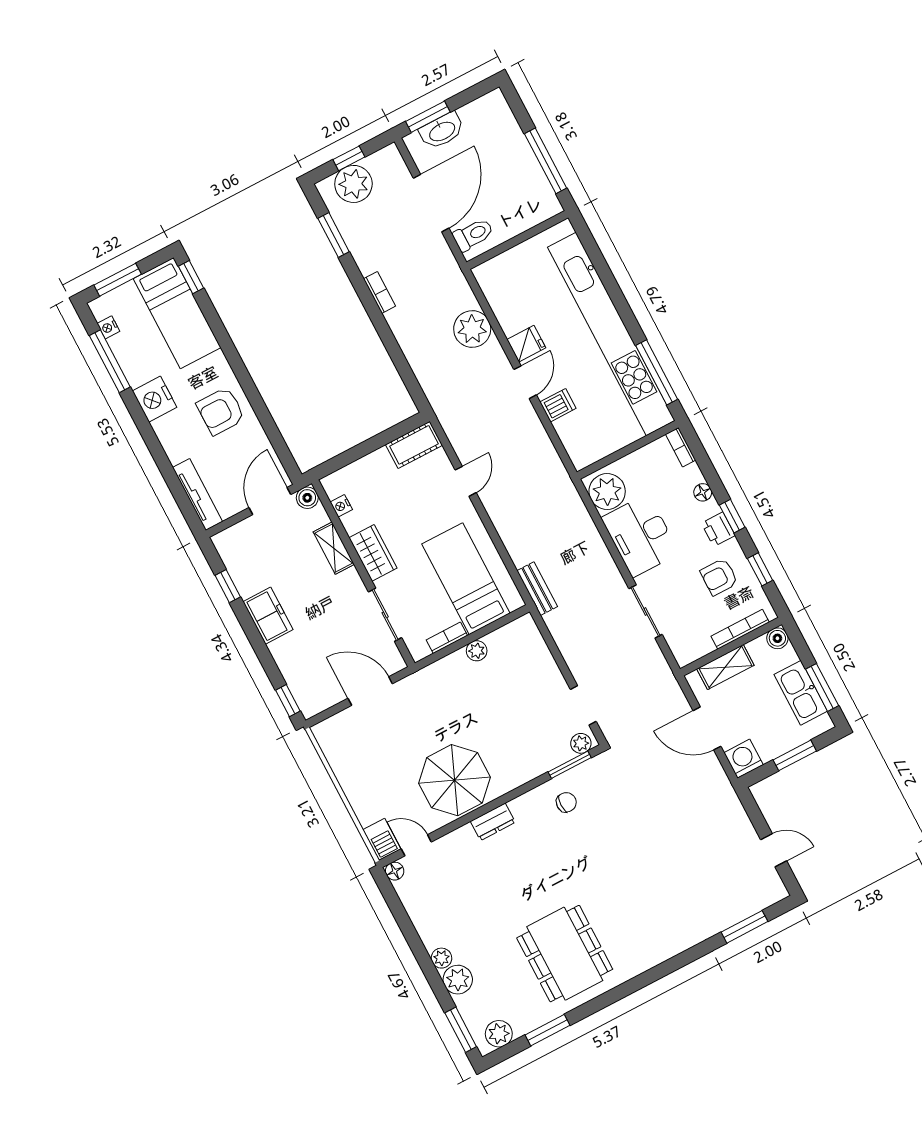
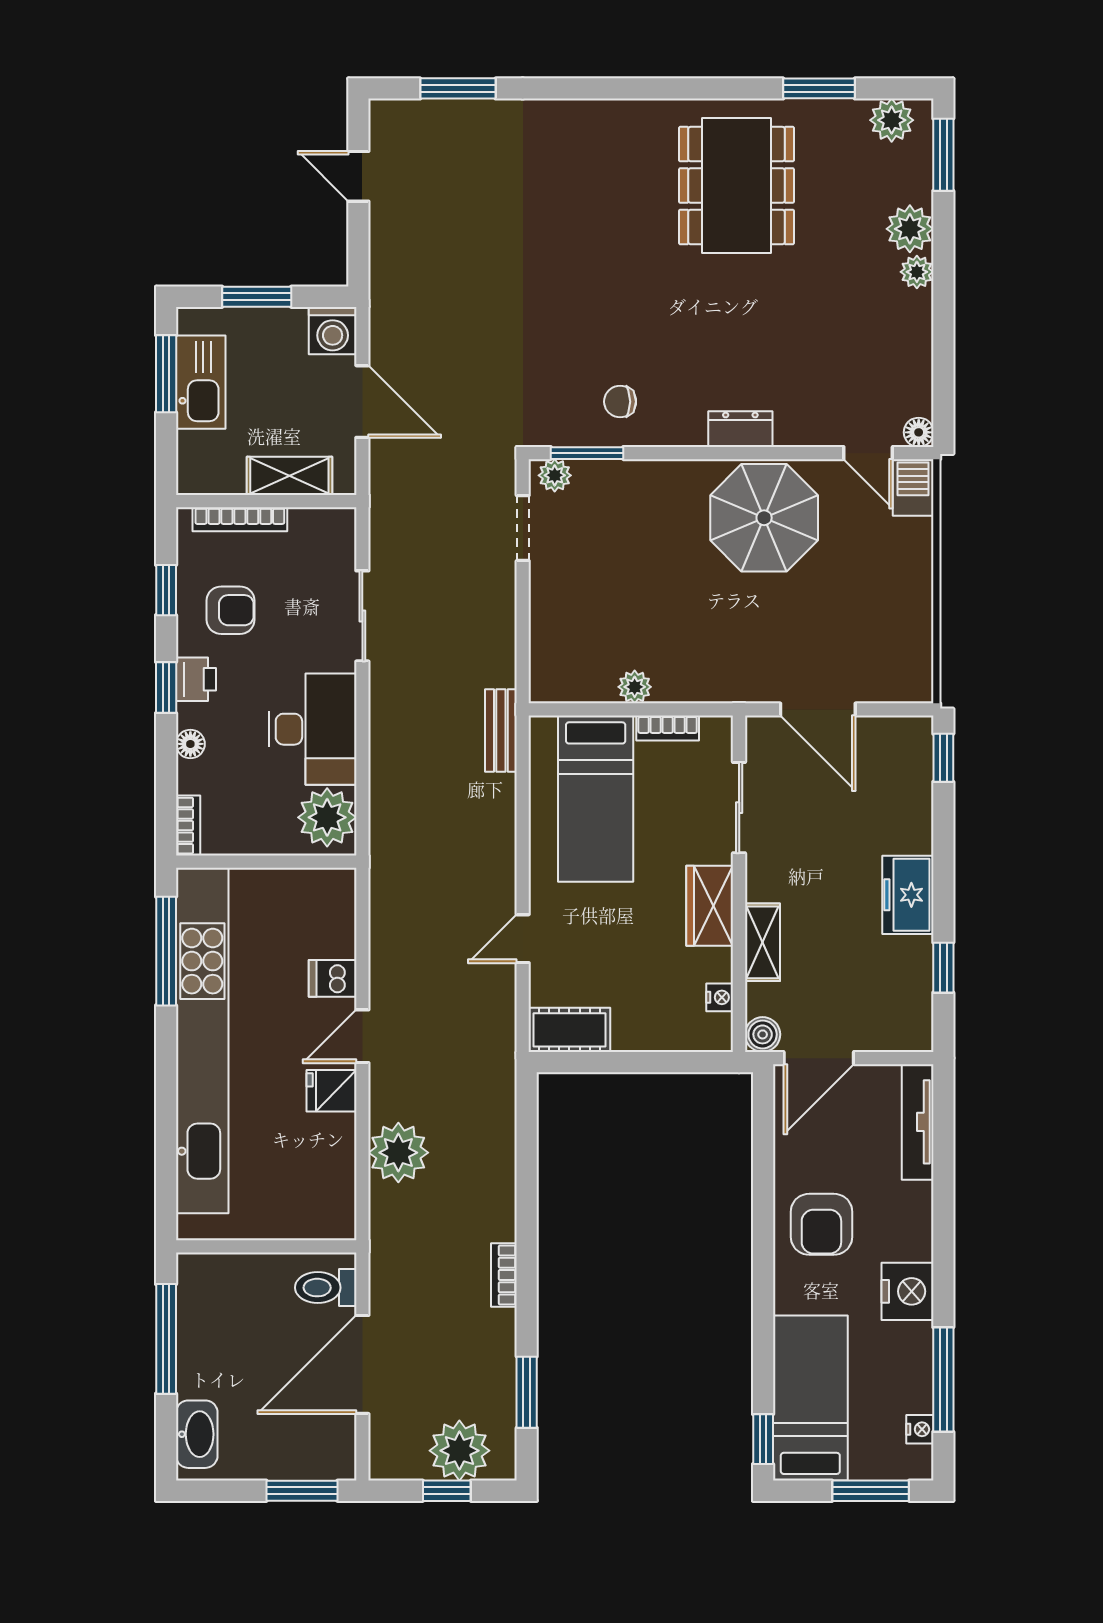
washbasin: (442, 131) -> (197, 1434), moved, turned 90
armchair: (221, 411) -> (821, 1224), turned 90
boiler: (777, 638) -> (193, 478), removed

